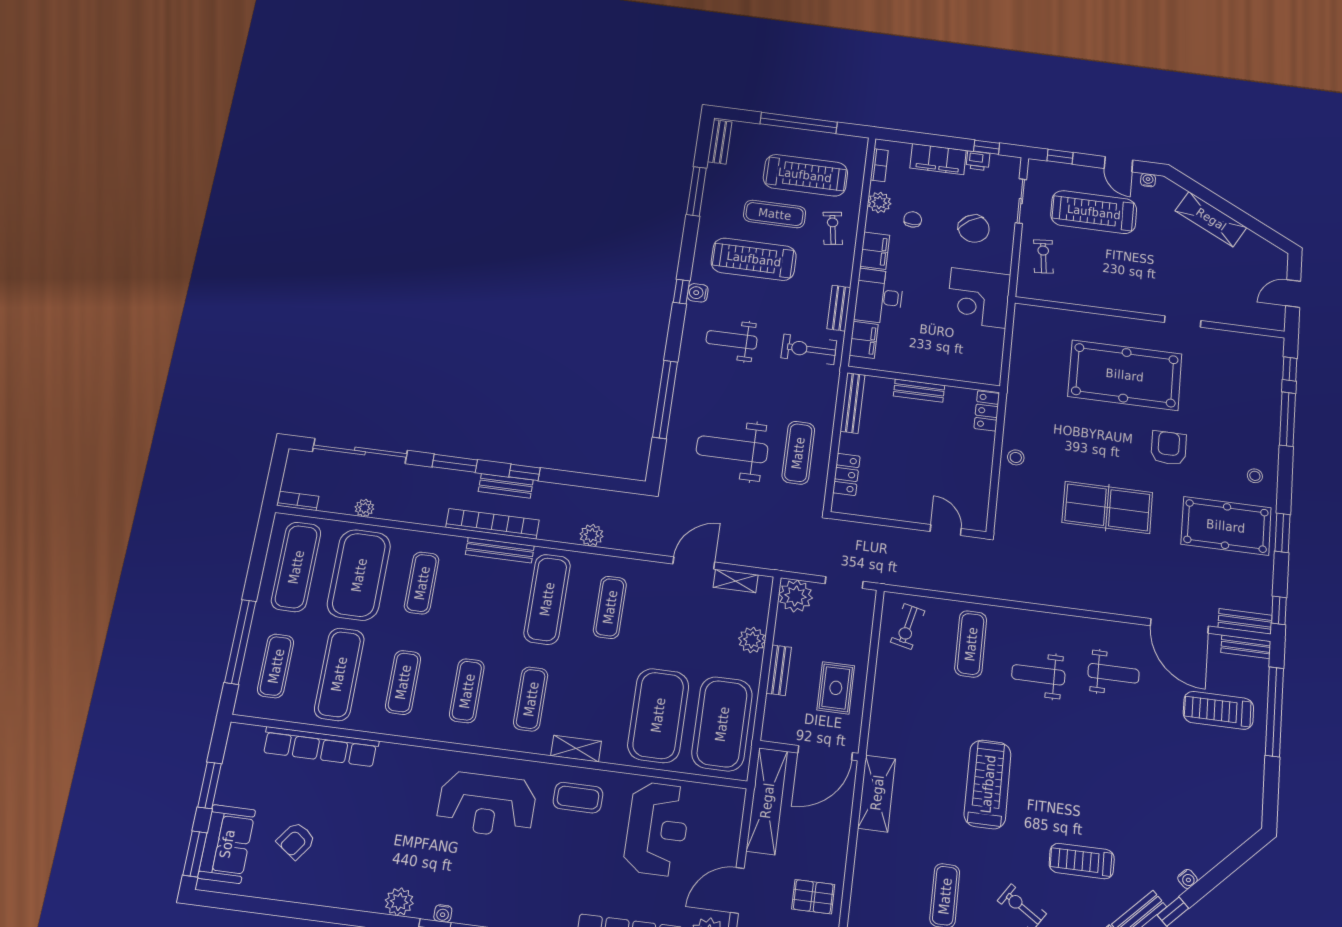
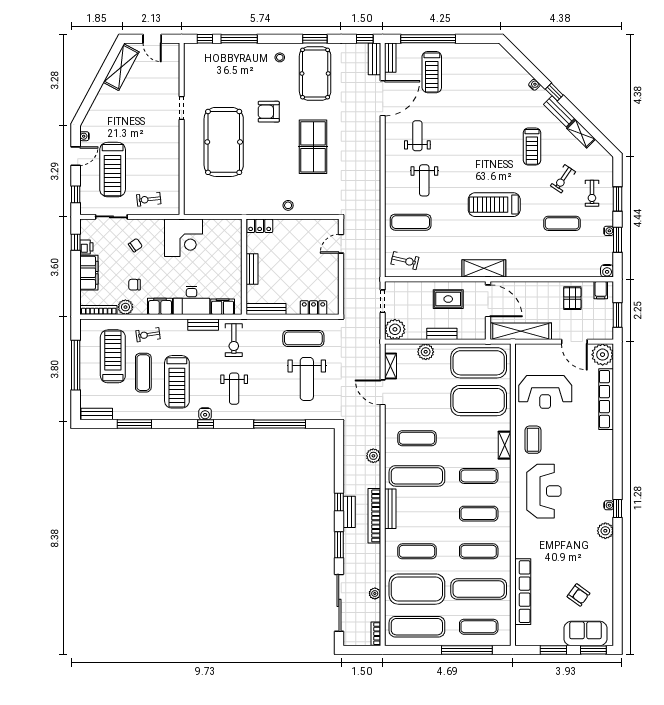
bookcase: (879, 165) -> (99, 310), width x1.56
shelving: (1211, 219) -> (121, 67), moved
chair: (974, 229) -> (135, 245), width x0.54, depth x0.54
shelving: (877, 793) -> (484, 268), moved
reception desk: (657, 829) -> (545, 392), turned 180

